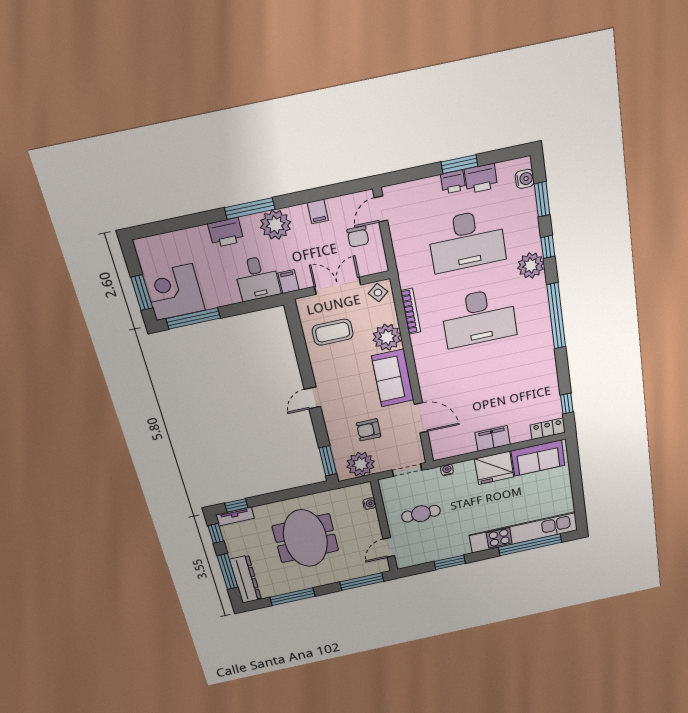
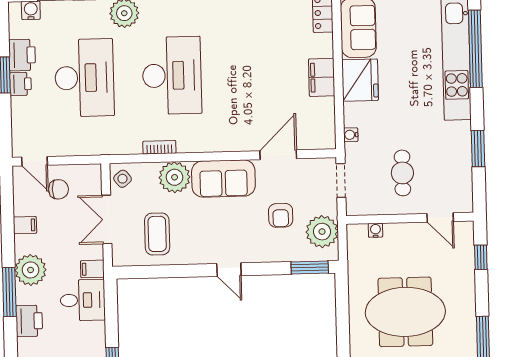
bookcase: (411, 311) -> (159, 147), width x0.64
window: (362, 582) -> (481, 257), width x0.46

